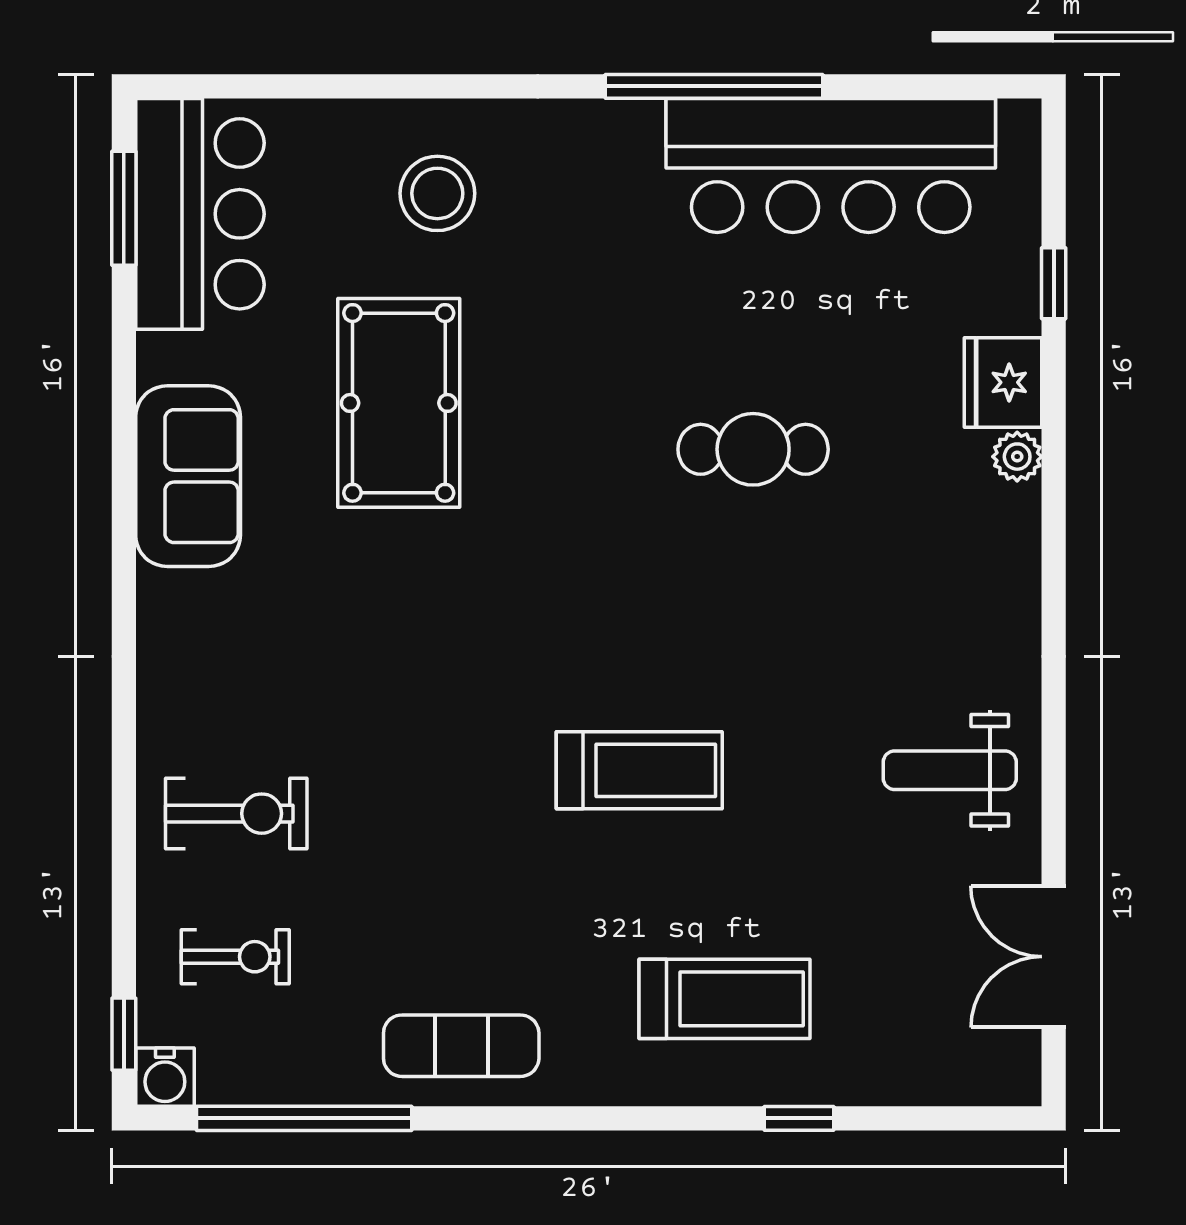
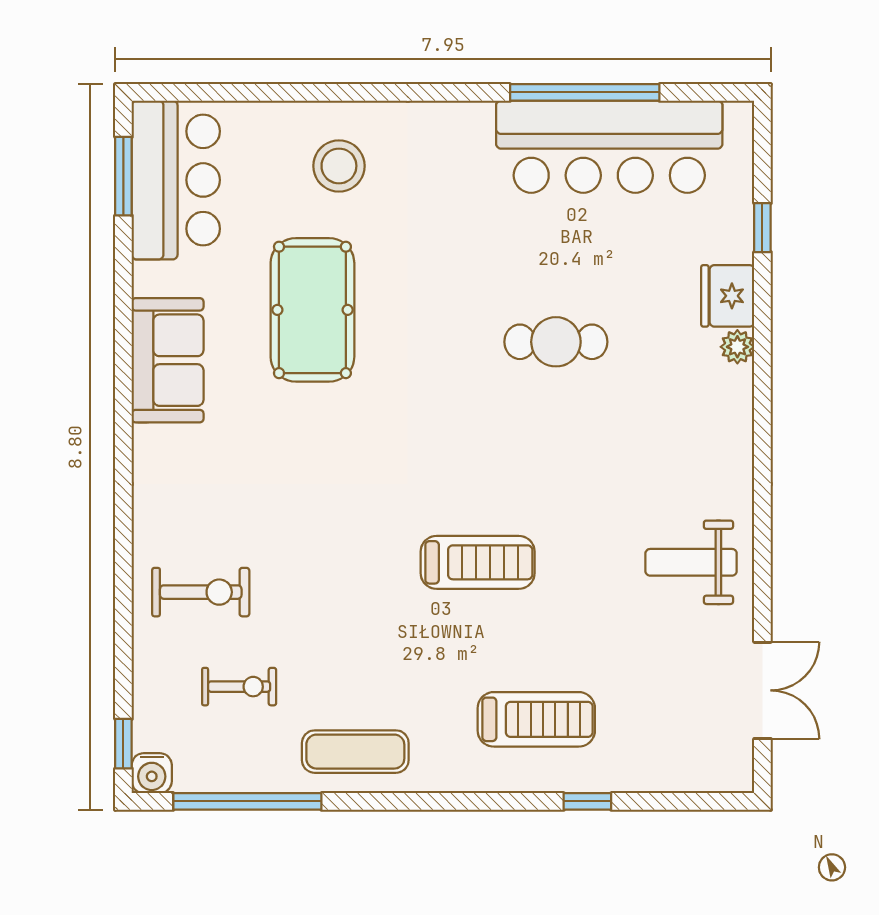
window: (714, 86) -> (585, 92), moved
exercise bike: (235, 957) -> (239, 687), moved
double door: (1054, 957) -> (762, 690), swing flipped

